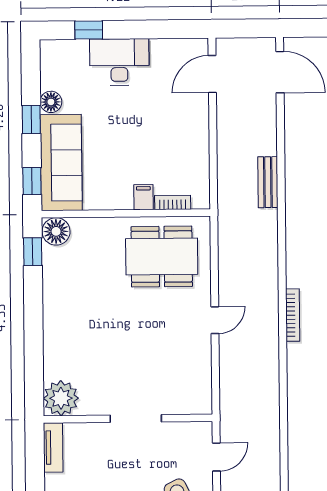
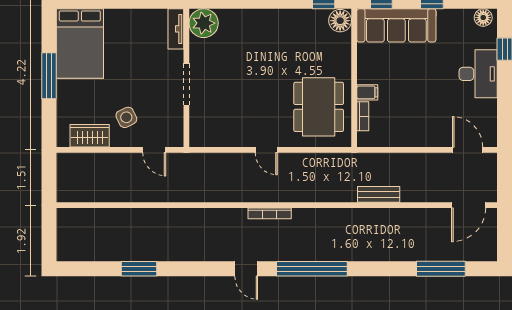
floor lamp: (51, 102) -> (483, 18), moved
tv unit: (53, 448) -> (176, 29), moved, turned 90

